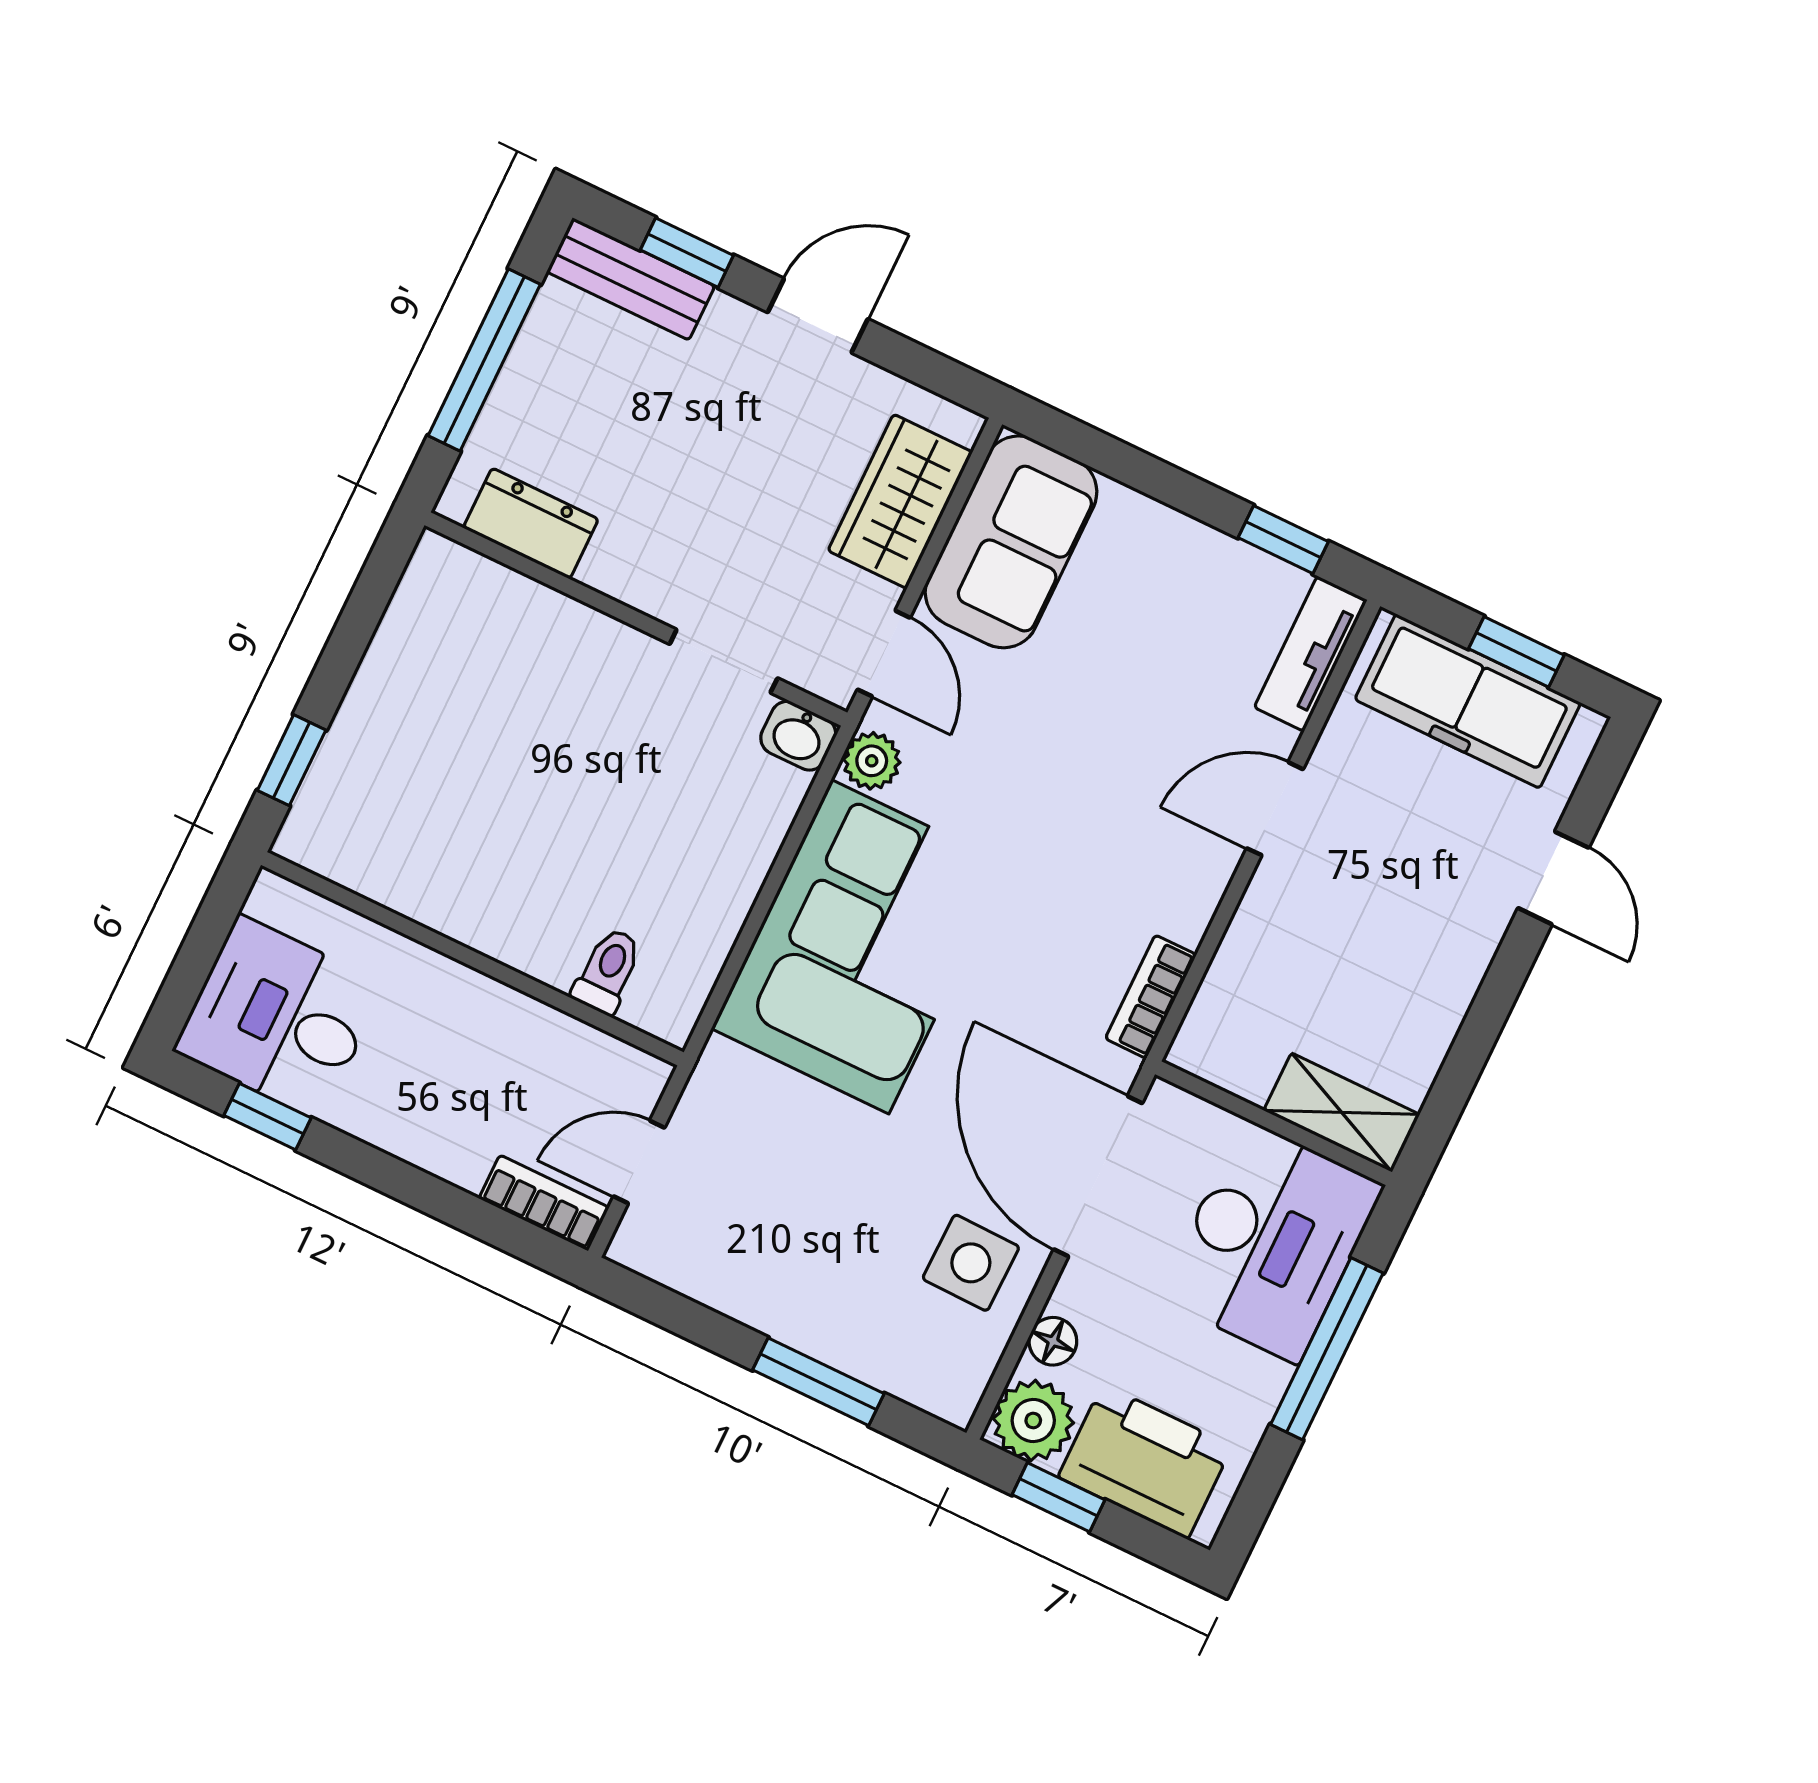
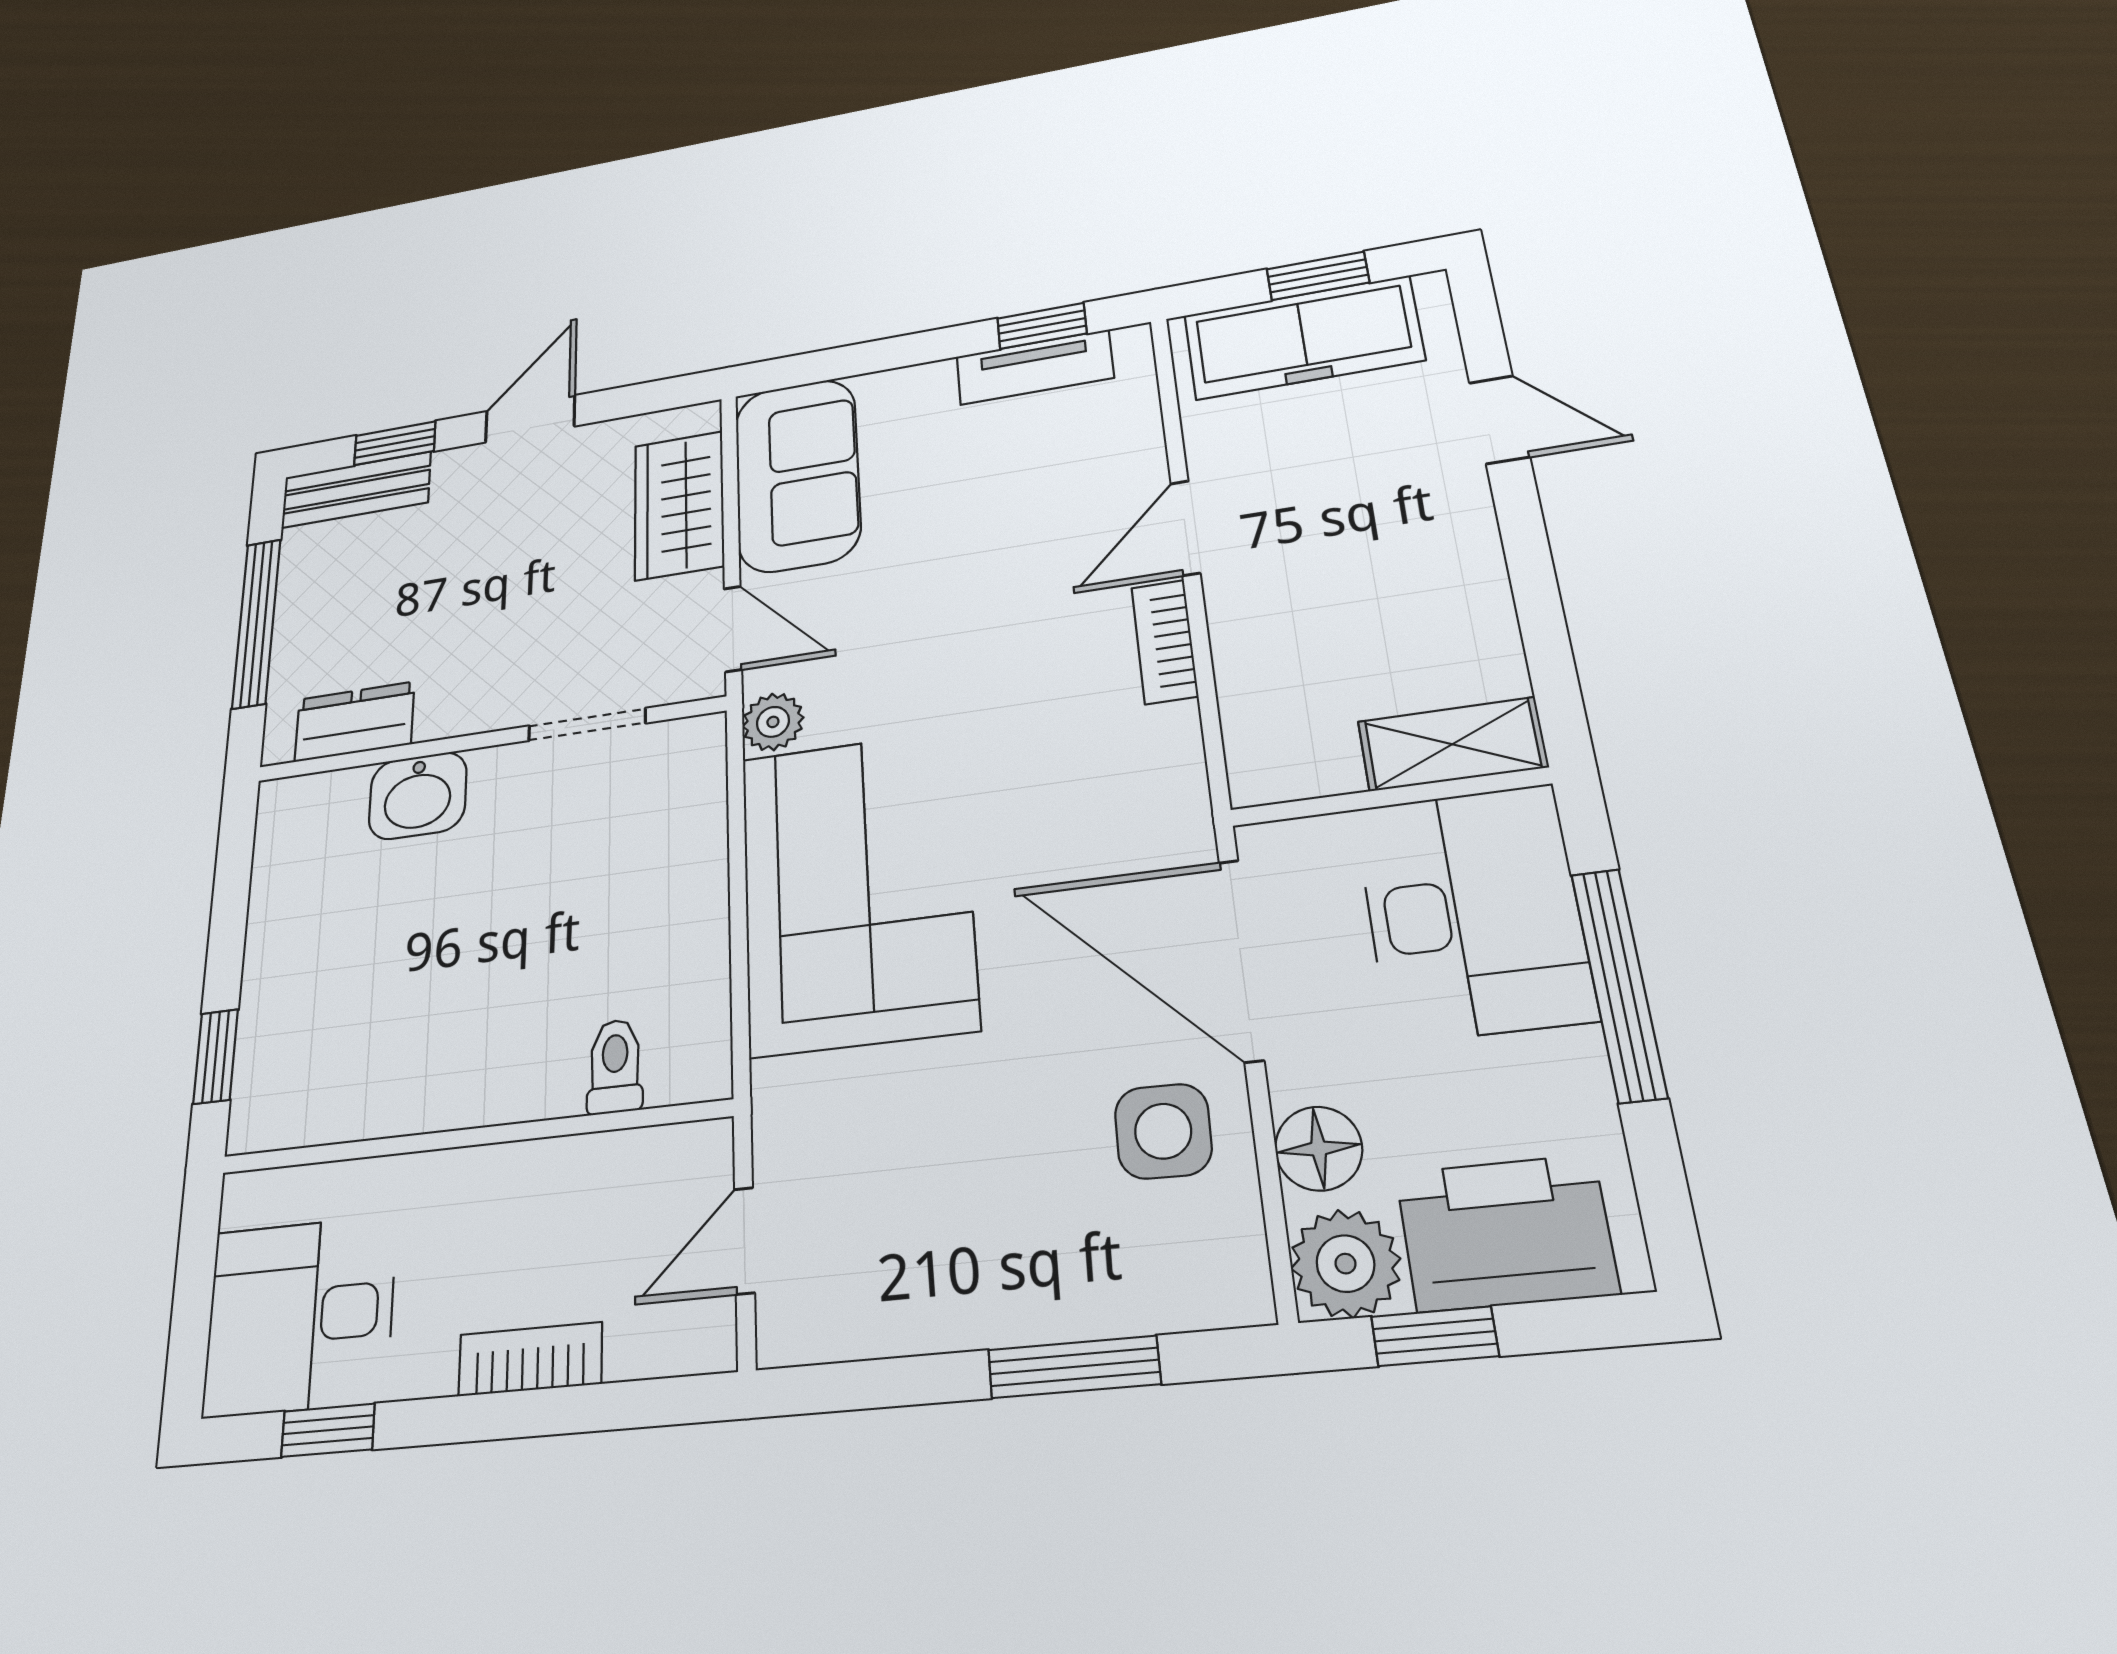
tv unit: (1311, 654) -> (1035, 367), moved, turned -90
washbasin: (798, 736) -> (418, 796), moved, width x1.38, depth x1.45
bookcase: (1151, 997) -> (1165, 642), moved
bookcase: (544, 1203) -> (530, 1359), moved
floor lamp: (1053, 1341) -> (1319, 1148), width x1.37, depth x1.37

